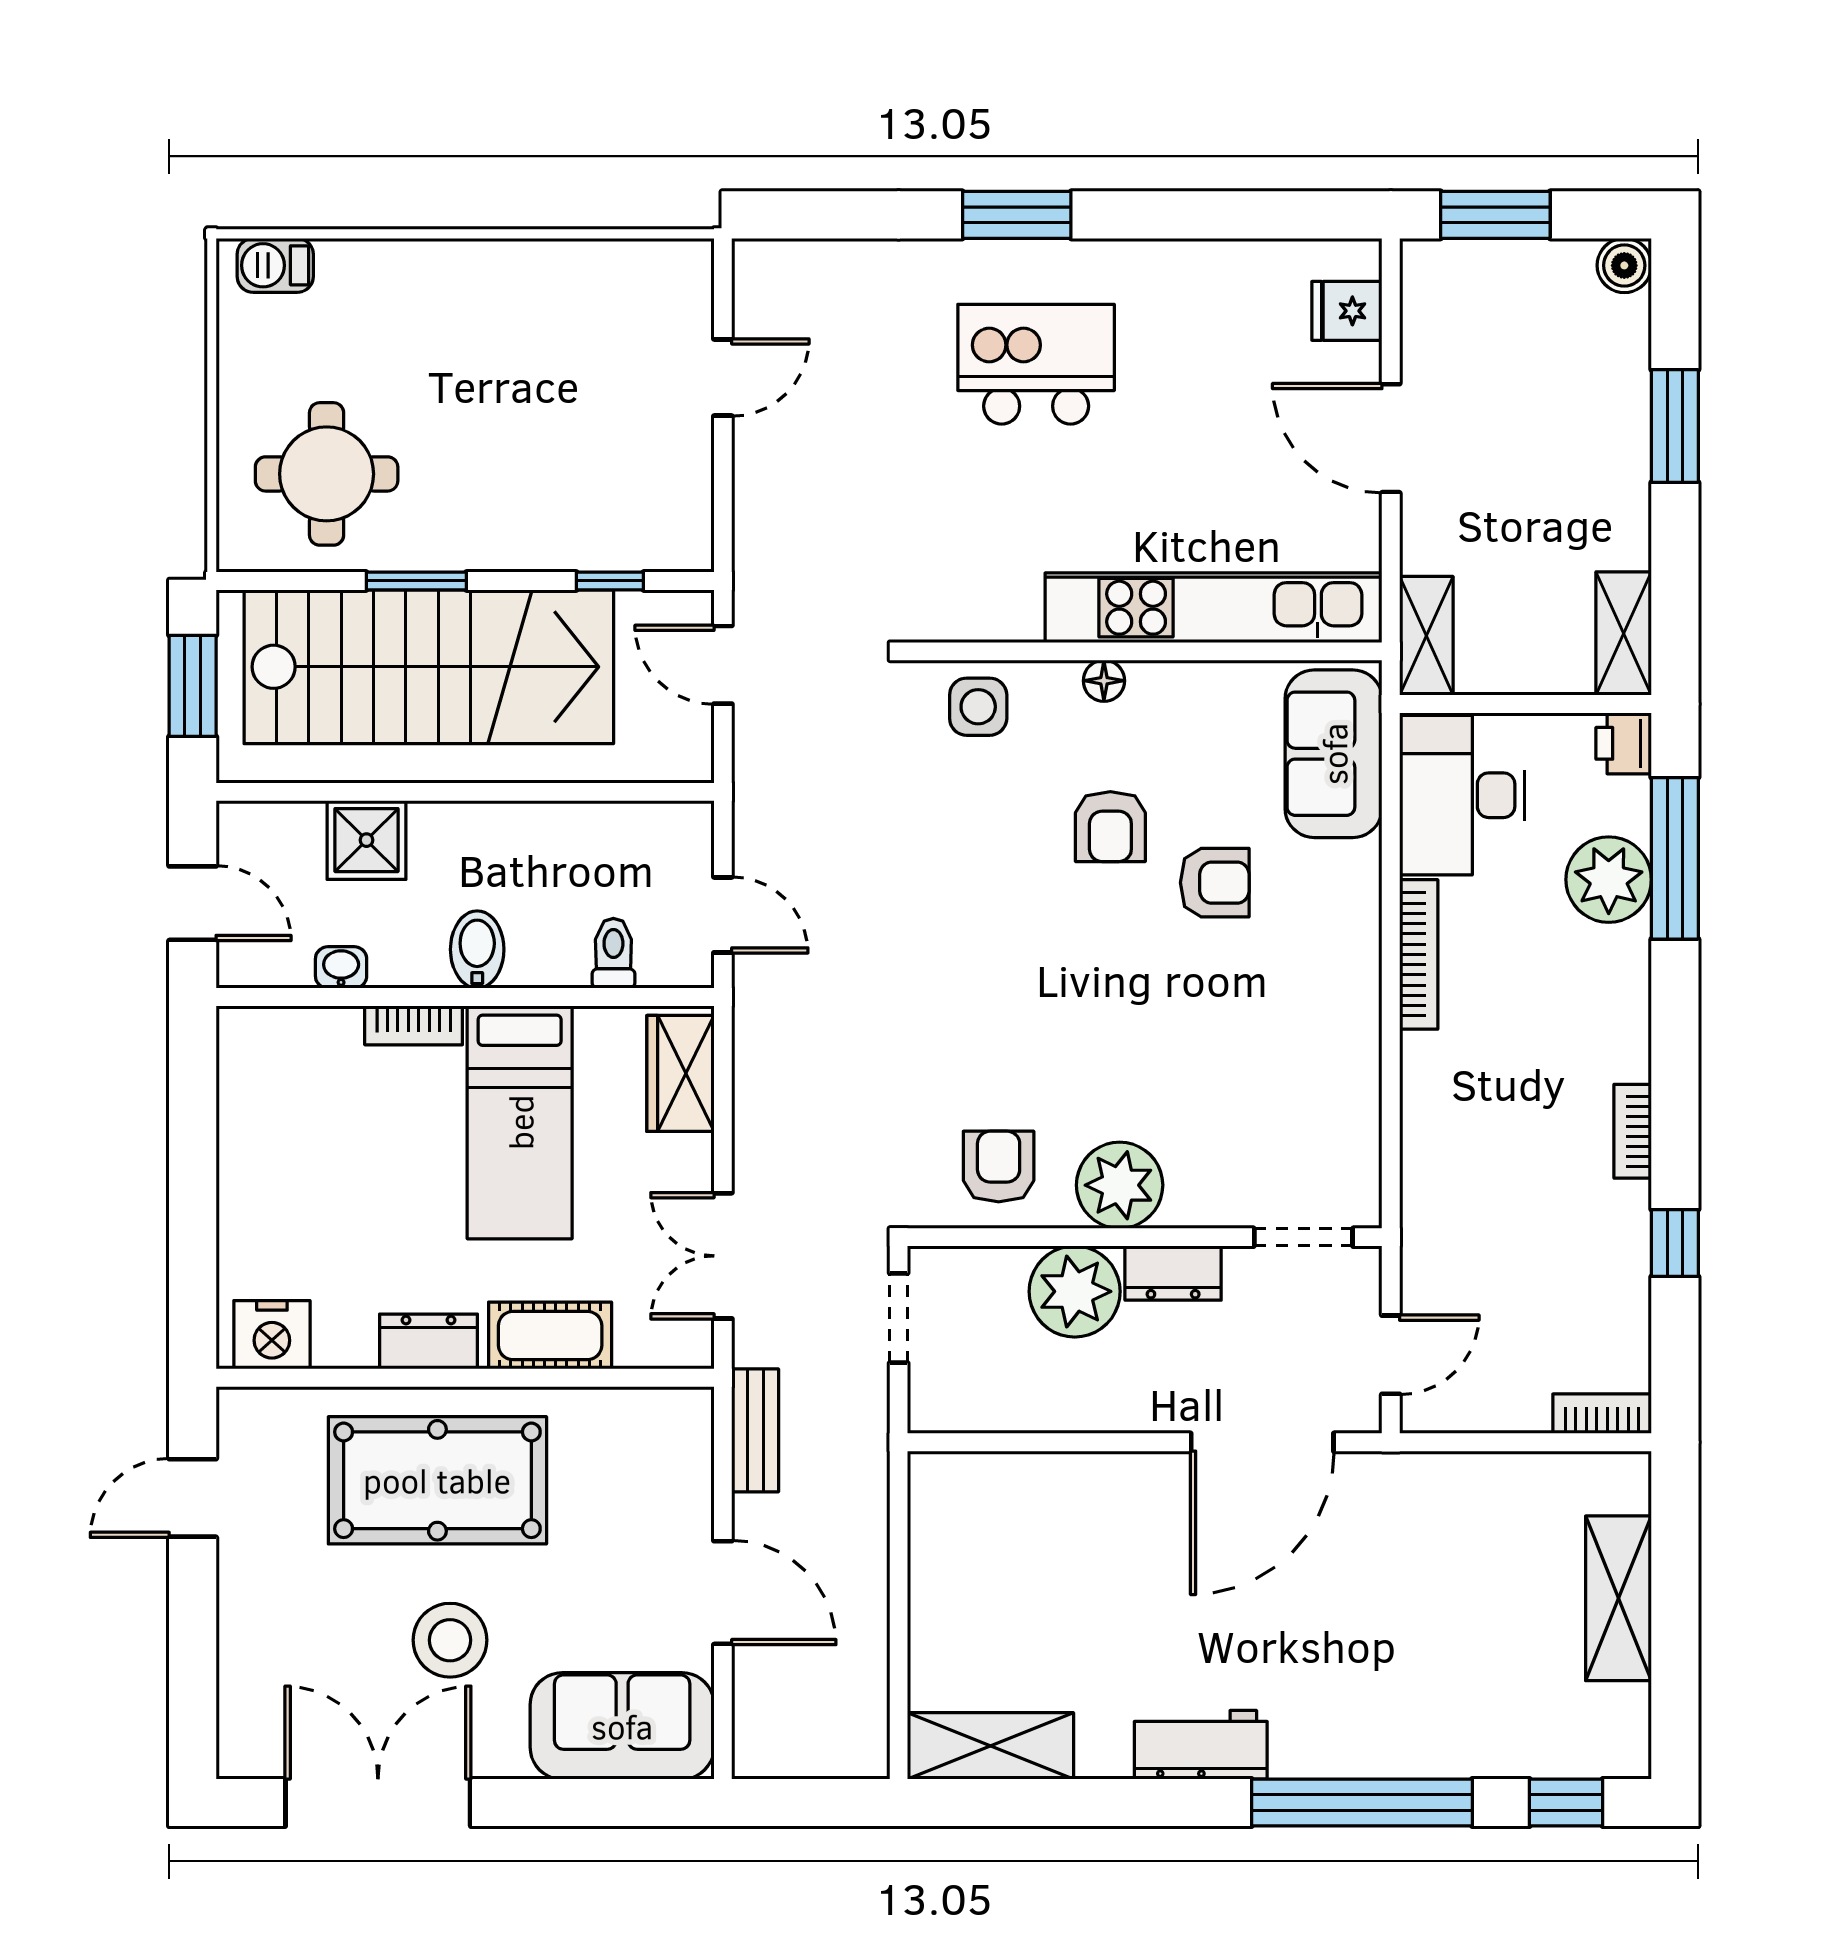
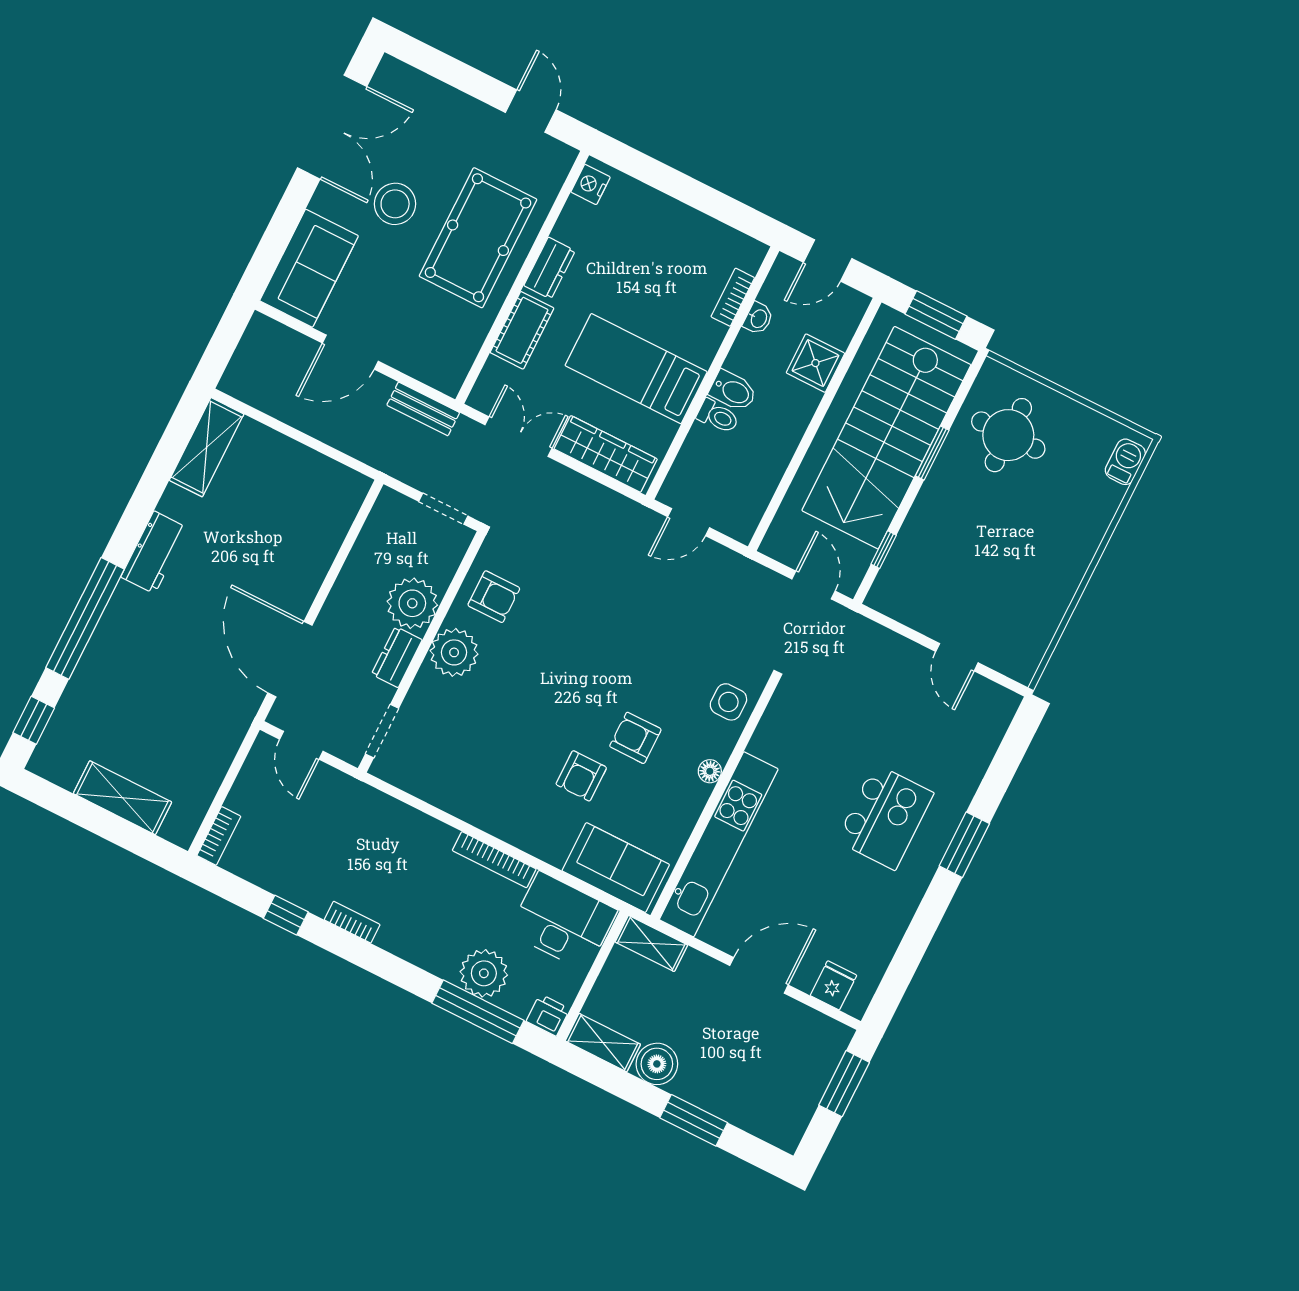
boiler: (1624, 265) -> (657, 1064), moved, width x1.36, depth x1.36
door: (723, 665) -> (814, 585), hinge flipped
toilet: (613, 953) -> (718, 416), moved
bookcase: (414, 1025) -> (733, 297), moved
wardrobe: (680, 1073) -> (606, 454), width x1.50
nightstand: (272, 1335) -> (591, 184), width x0.74, depth x0.75

